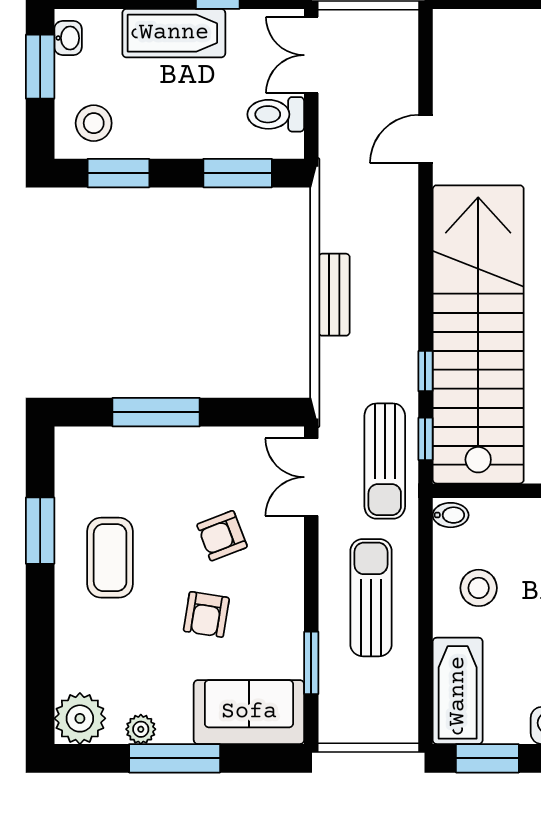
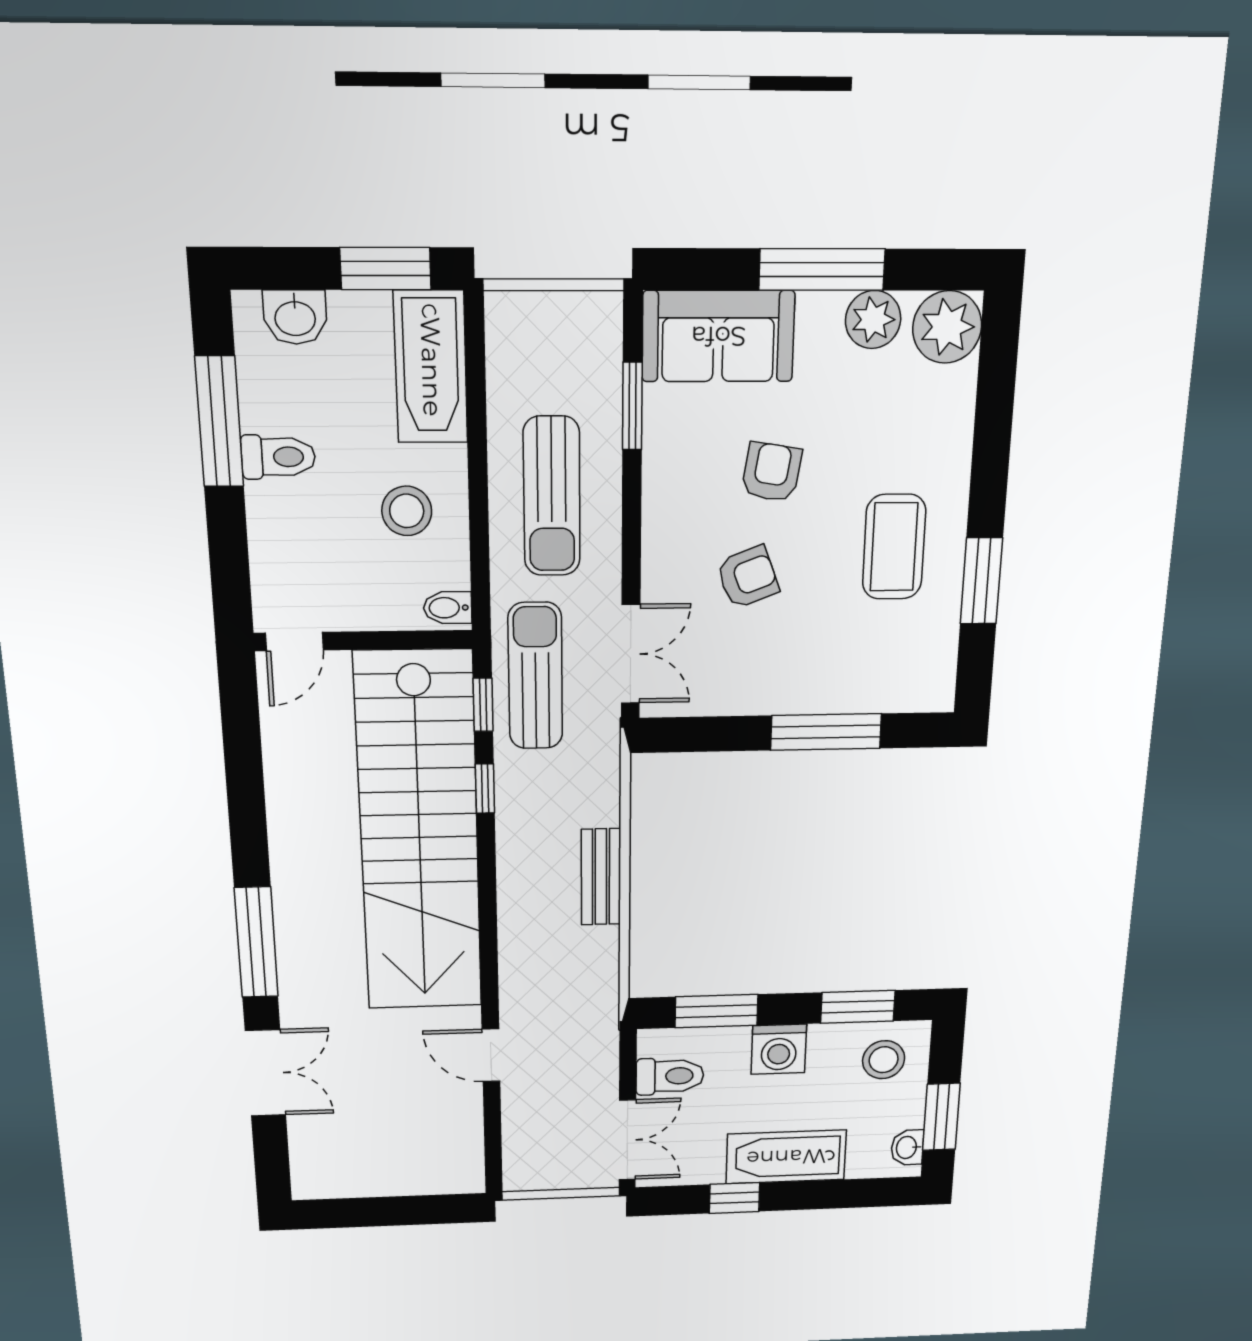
washing machine: (184, 136) -> (779, 1049), added
door: (425, 139) -> (491, 1055), swing flipped
plant: (141, 729) -> (873, 320), width x1.38, depth x1.38

